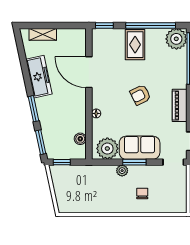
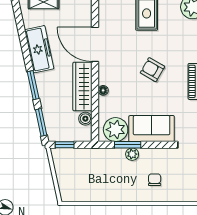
armchair: (140, 95) -> (152, 70), turned 56
wardrobe: (78, 110) -> (82, 86), added
window: (134, 162) -> (128, 145), moved

